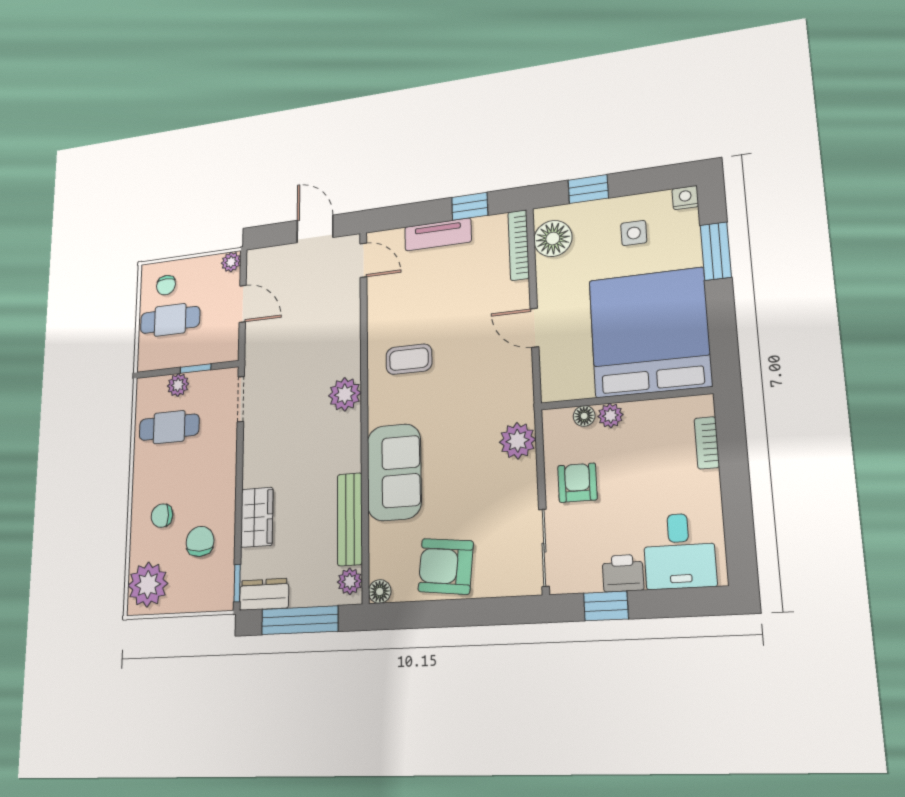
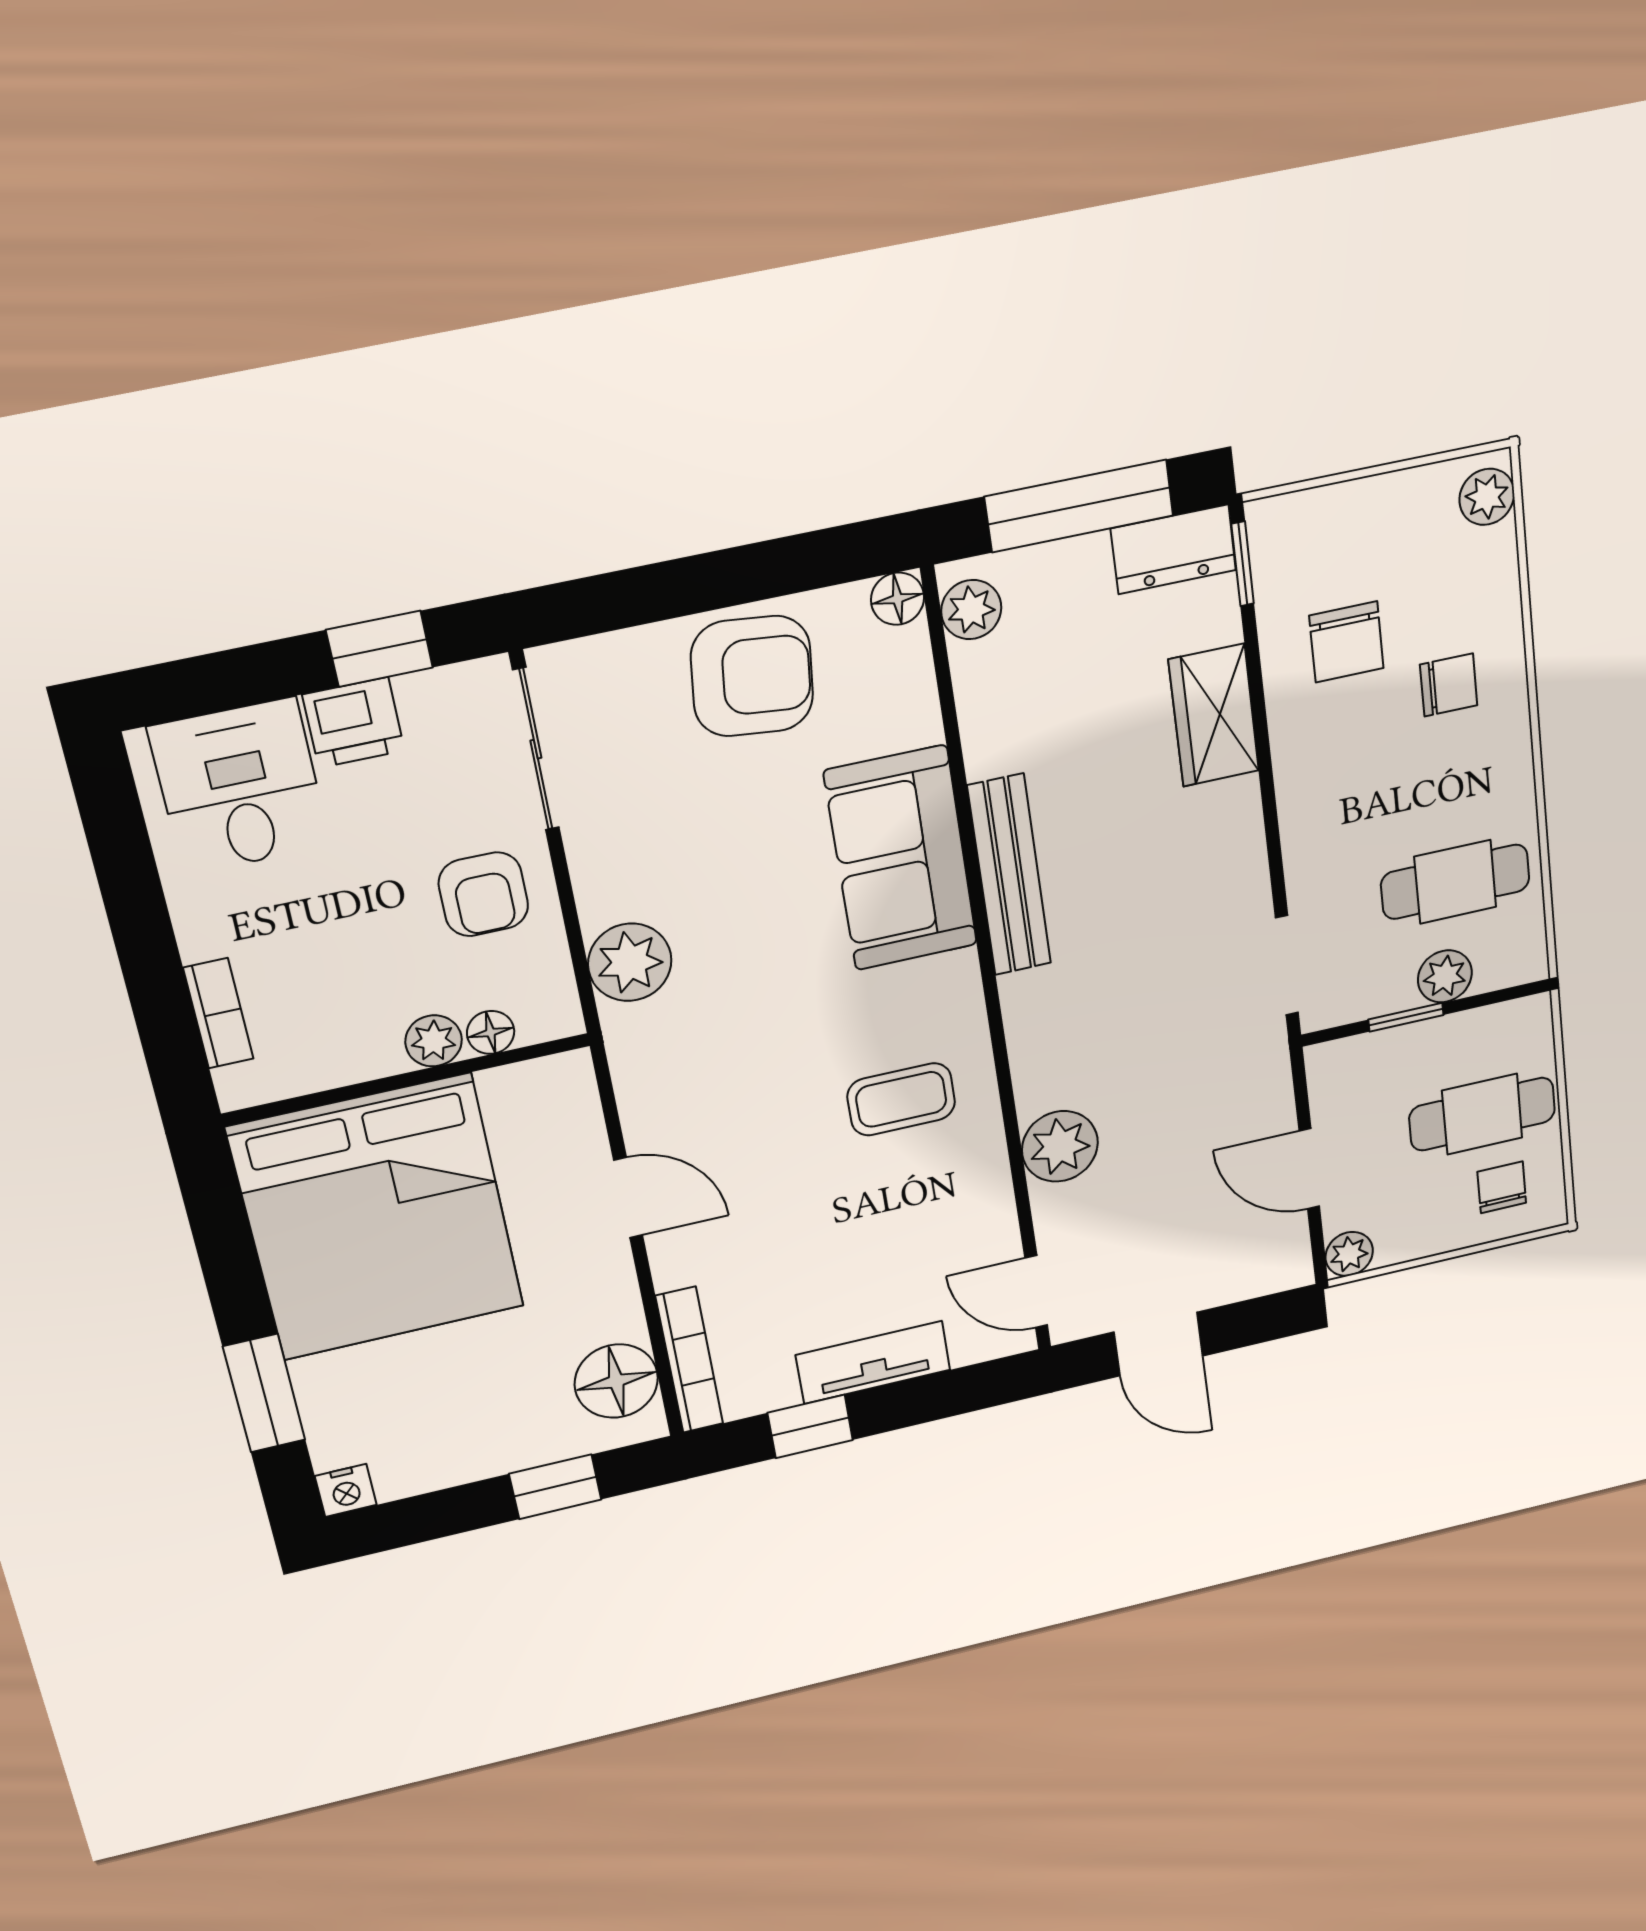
side table: (634, 233) -> (443, 1410), removed
plant: (345, 394) -> (1060, 1146), moved
bench: (350, 519) -> (1009, 875), moved
plant: (148, 585) -> (1487, 497), width x0.53, depth x0.53

